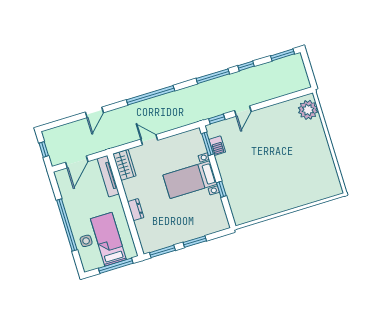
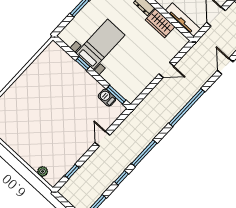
plant: (308, 110) -> (43, 171), width x0.53, depth x0.53
window: (217, 119) -> (72, 172), moved
wardrobe: (124, 165) -> (160, 23), moved
bed with nightstands: (190, 180) -> (100, 44), moved

